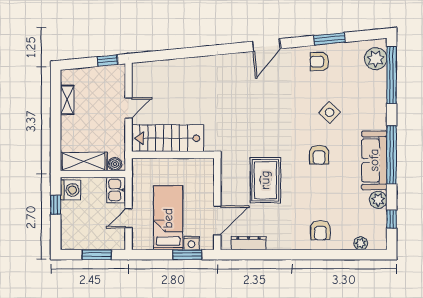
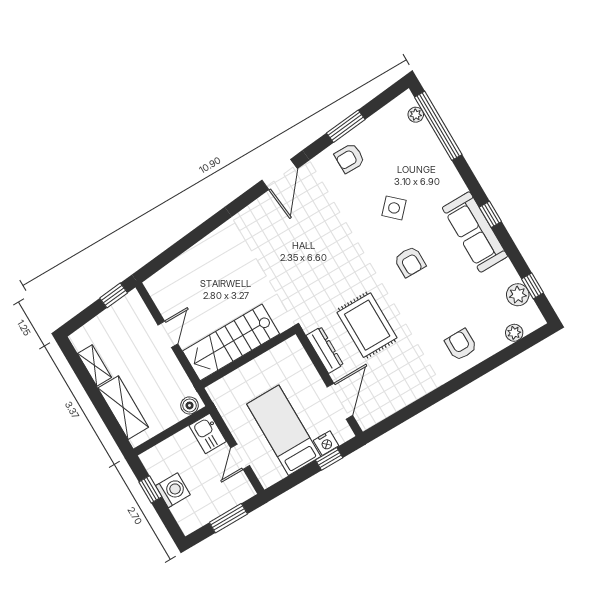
plant: (376, 59) -> (416, 115), width x0.53, depth x0.53
window: (392, 155) -> (490, 214), width x0.32
shelving: (84, 161) -> (123, 408), moved, turned 90
washing machine: (70, 190) -> (173, 490), moved
plant: (378, 200) -> (518, 295), moved
armchair: (320, 230) -> (461, 345), turned 180
dresser: (248, 243) -> (325, 350), moved, turned 90
window: (187, 255) -> (329, 459), width x0.67

